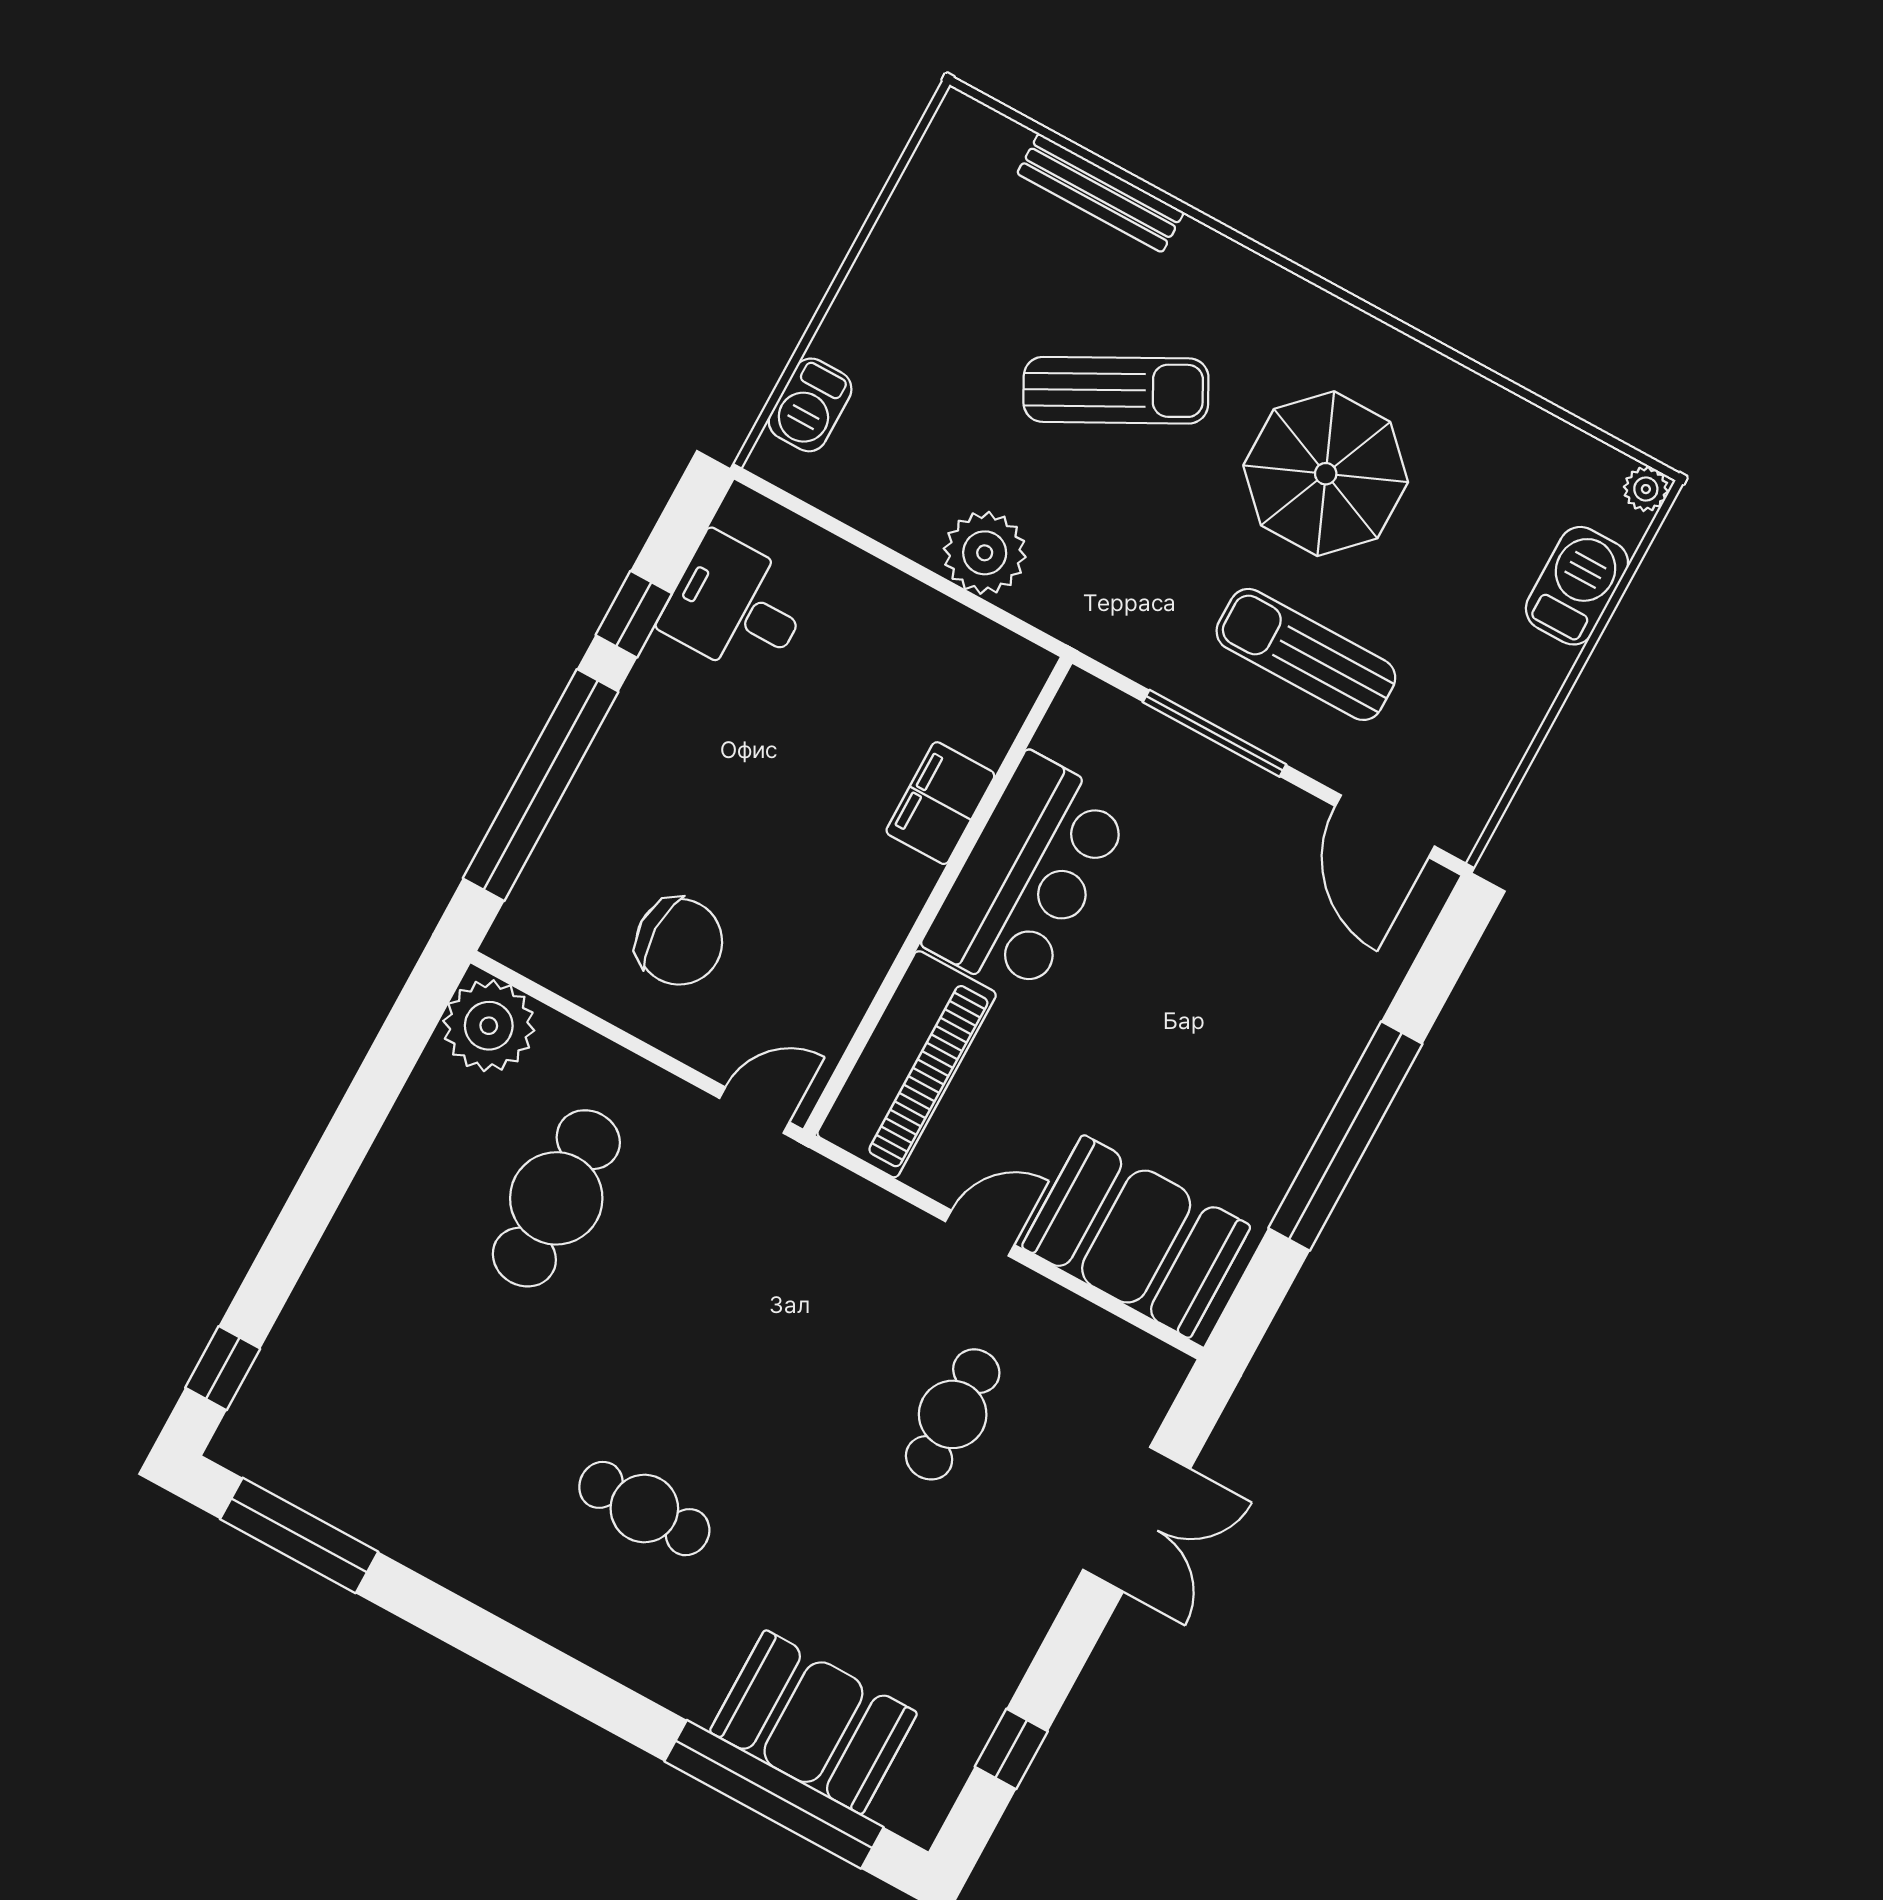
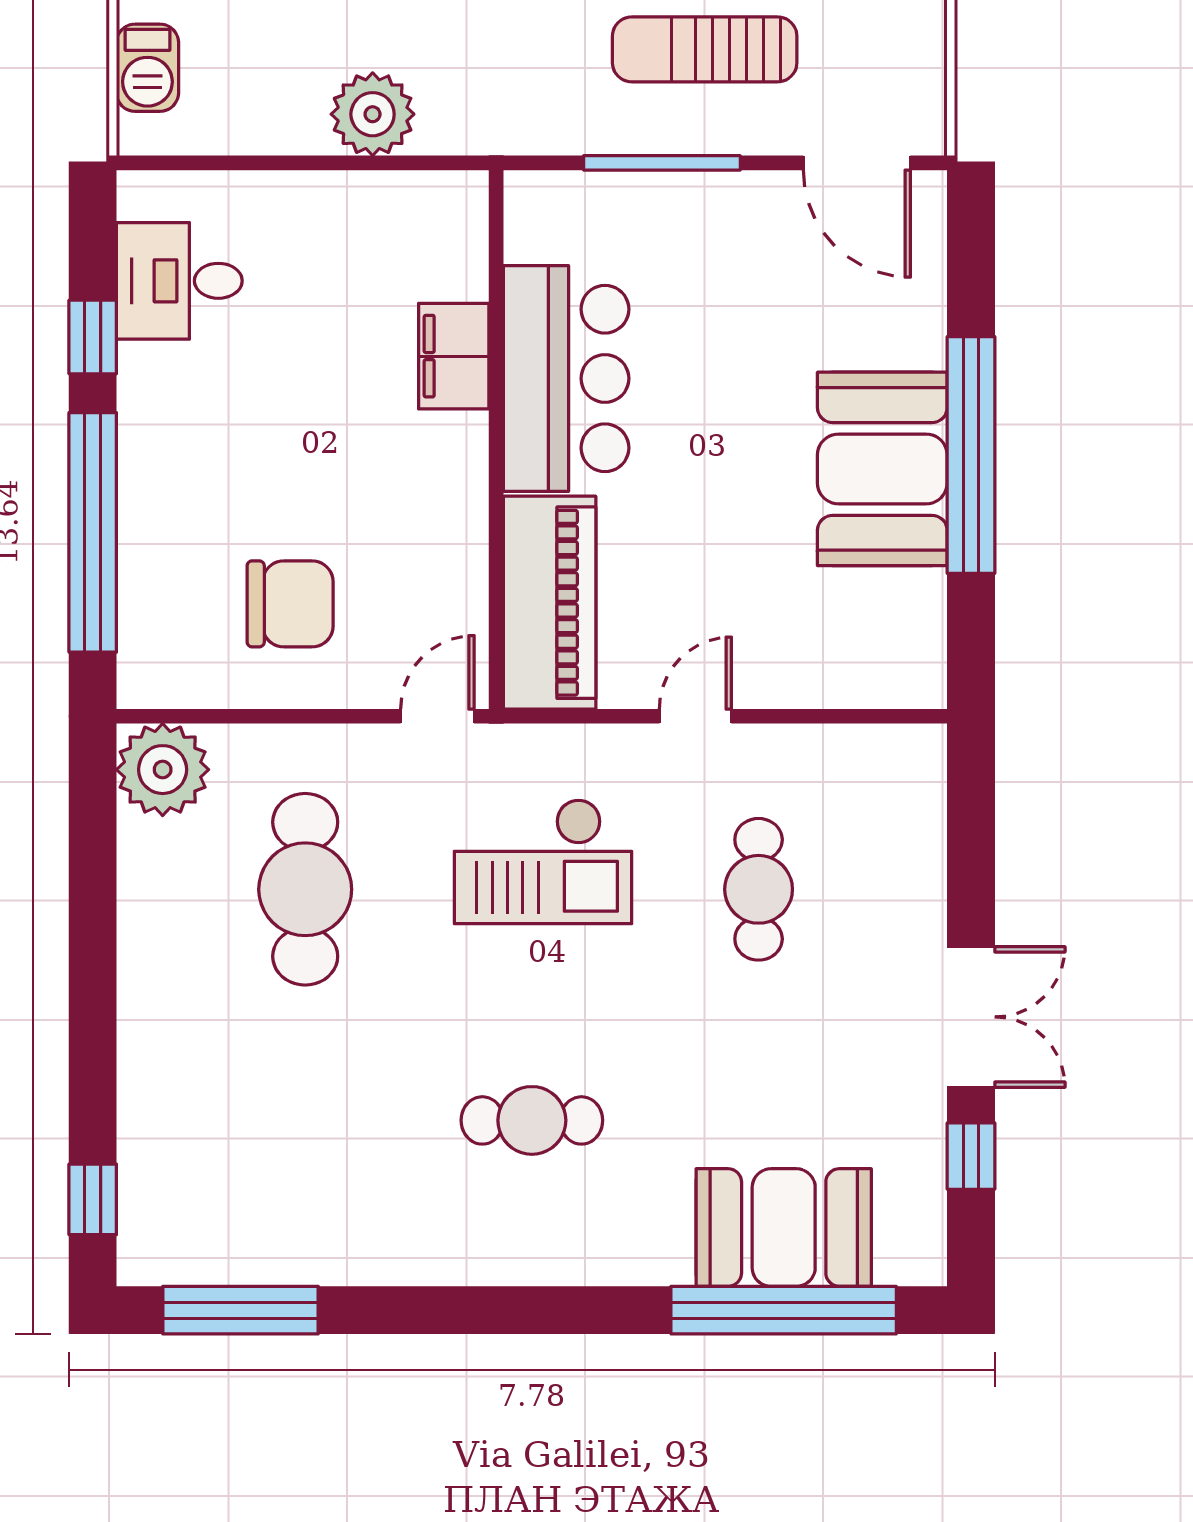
booth: (1136, 1237) -> (882, 469), moved, turned 90
checkout: (778, 1287) -> (543, 861), added
double door: (1136, 1519) -> (971, 1017), moved

